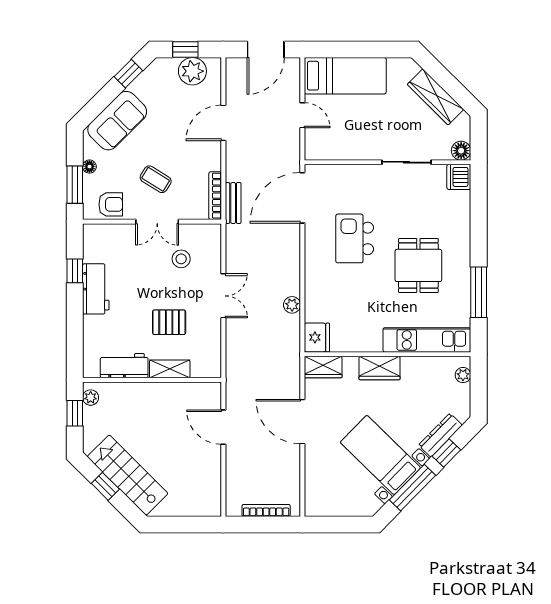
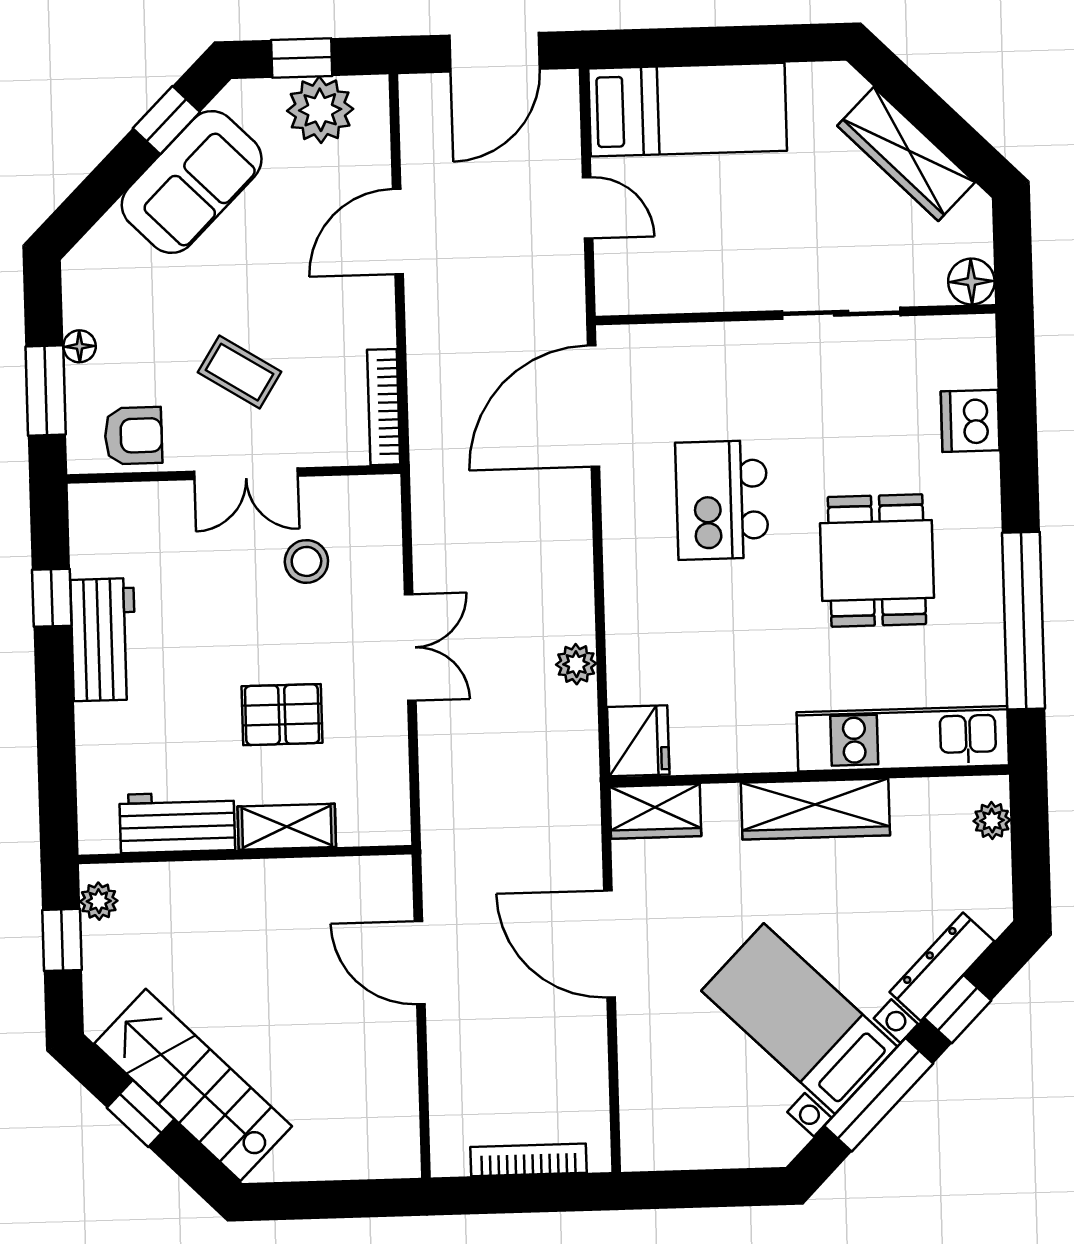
sofa: (117, 121) -> (192, 182), moved
dishwasher: (459, 177) -> (970, 421), moved
bench: (233, 203) -> (427, 424), removed
window: (479, 292) -> (1024, 621), width x1.46
wardrobe: (380, 368) -> (815, 809), width x1.50

